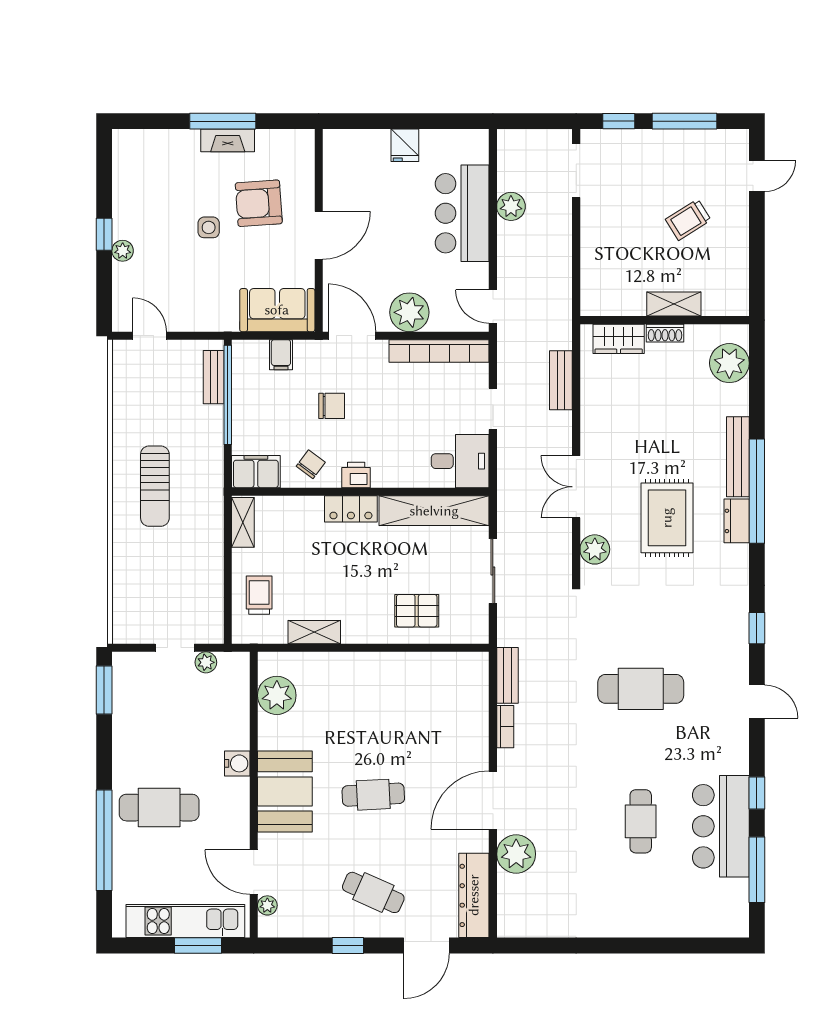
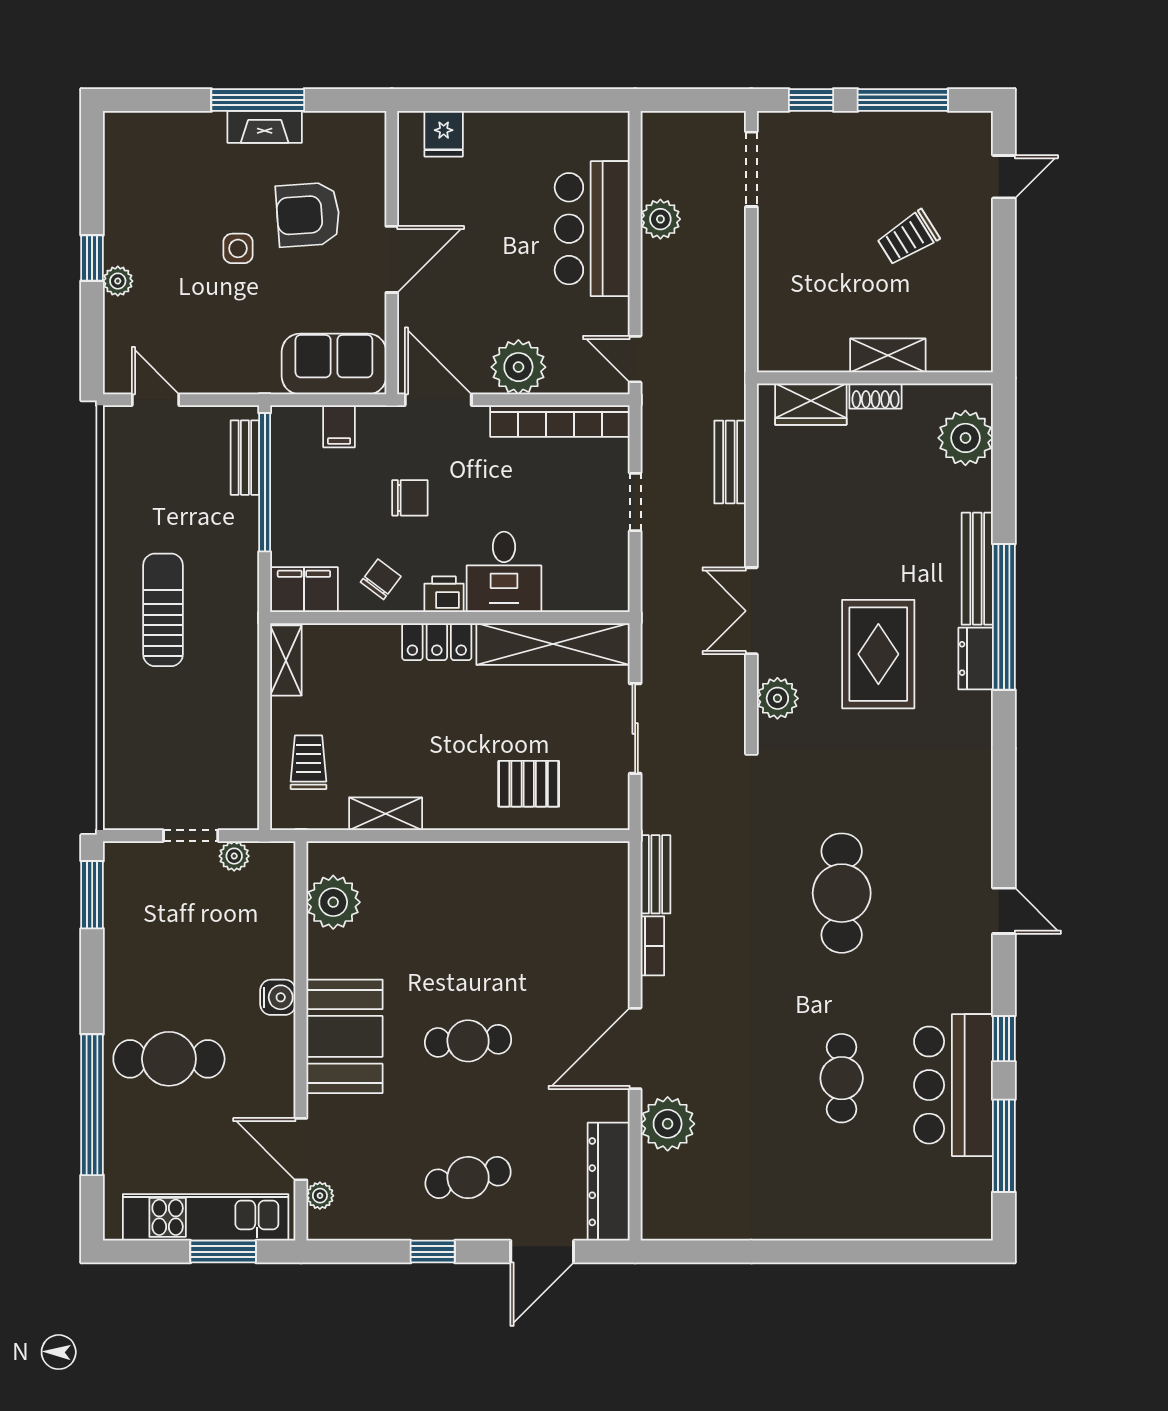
fridge: (405, 145) -> (444, 134), moved
desk: (460, 461) -> (504, 572), moved, turned 90
sun lounger: (155, 486) -> (163, 610), turned 180
window: (757, 628) -> (1004, 808), removed
cafe table: (641, 689) -> (842, 893), turned 90
cafe table: (373, 892) -> (468, 1178), turned -36

